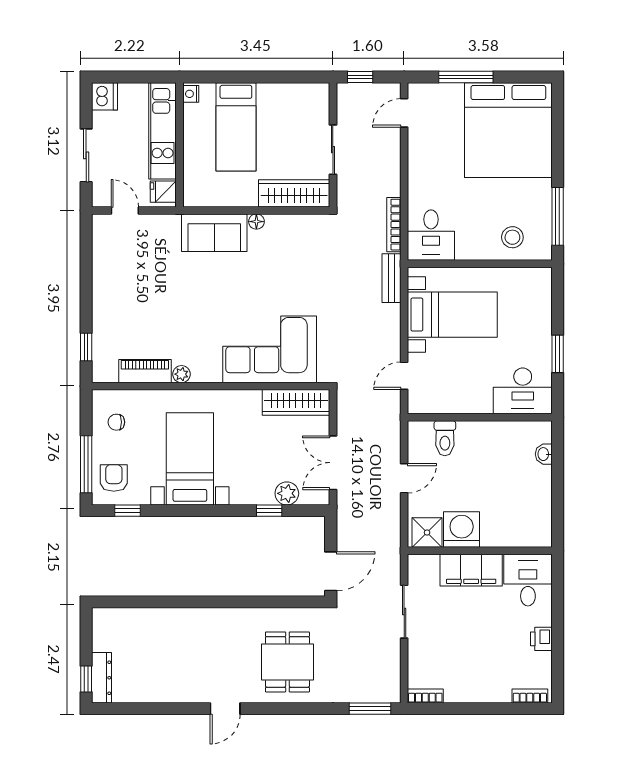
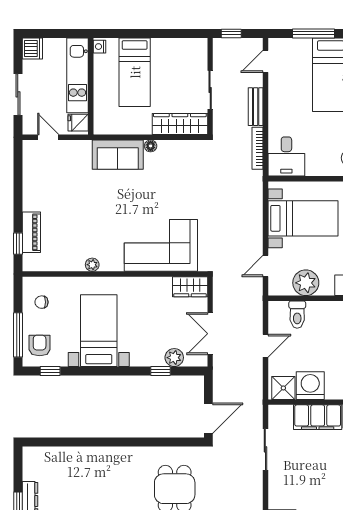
bench: (391, 278) -> (256, 107), moved
piano: (145, 371) -> (31, 232), moved, turned 90
plant: (456, 397) -> (306, 283), added
wardrobe: (296, 402) -> (190, 287), width x0.67

